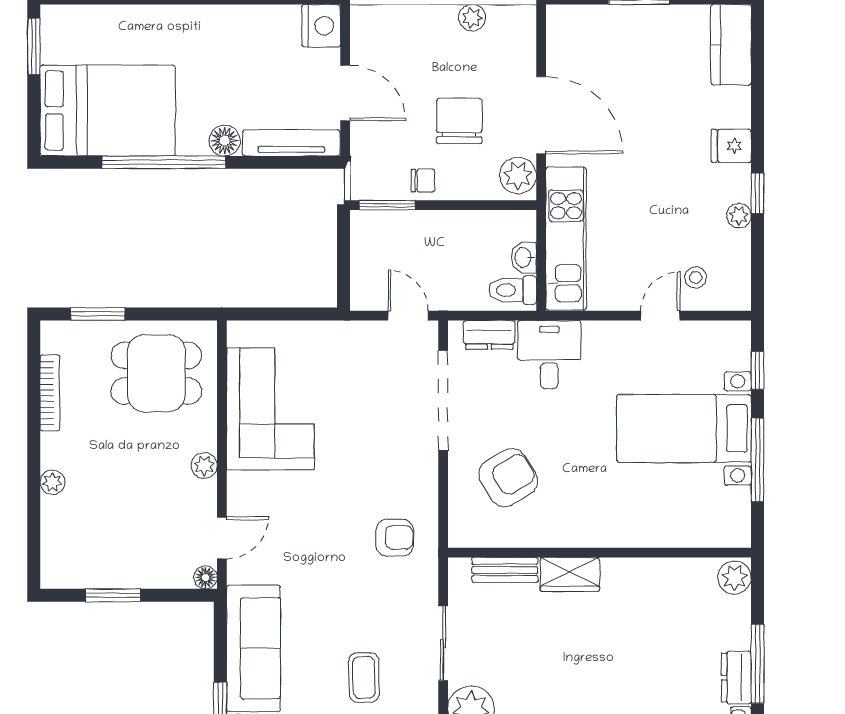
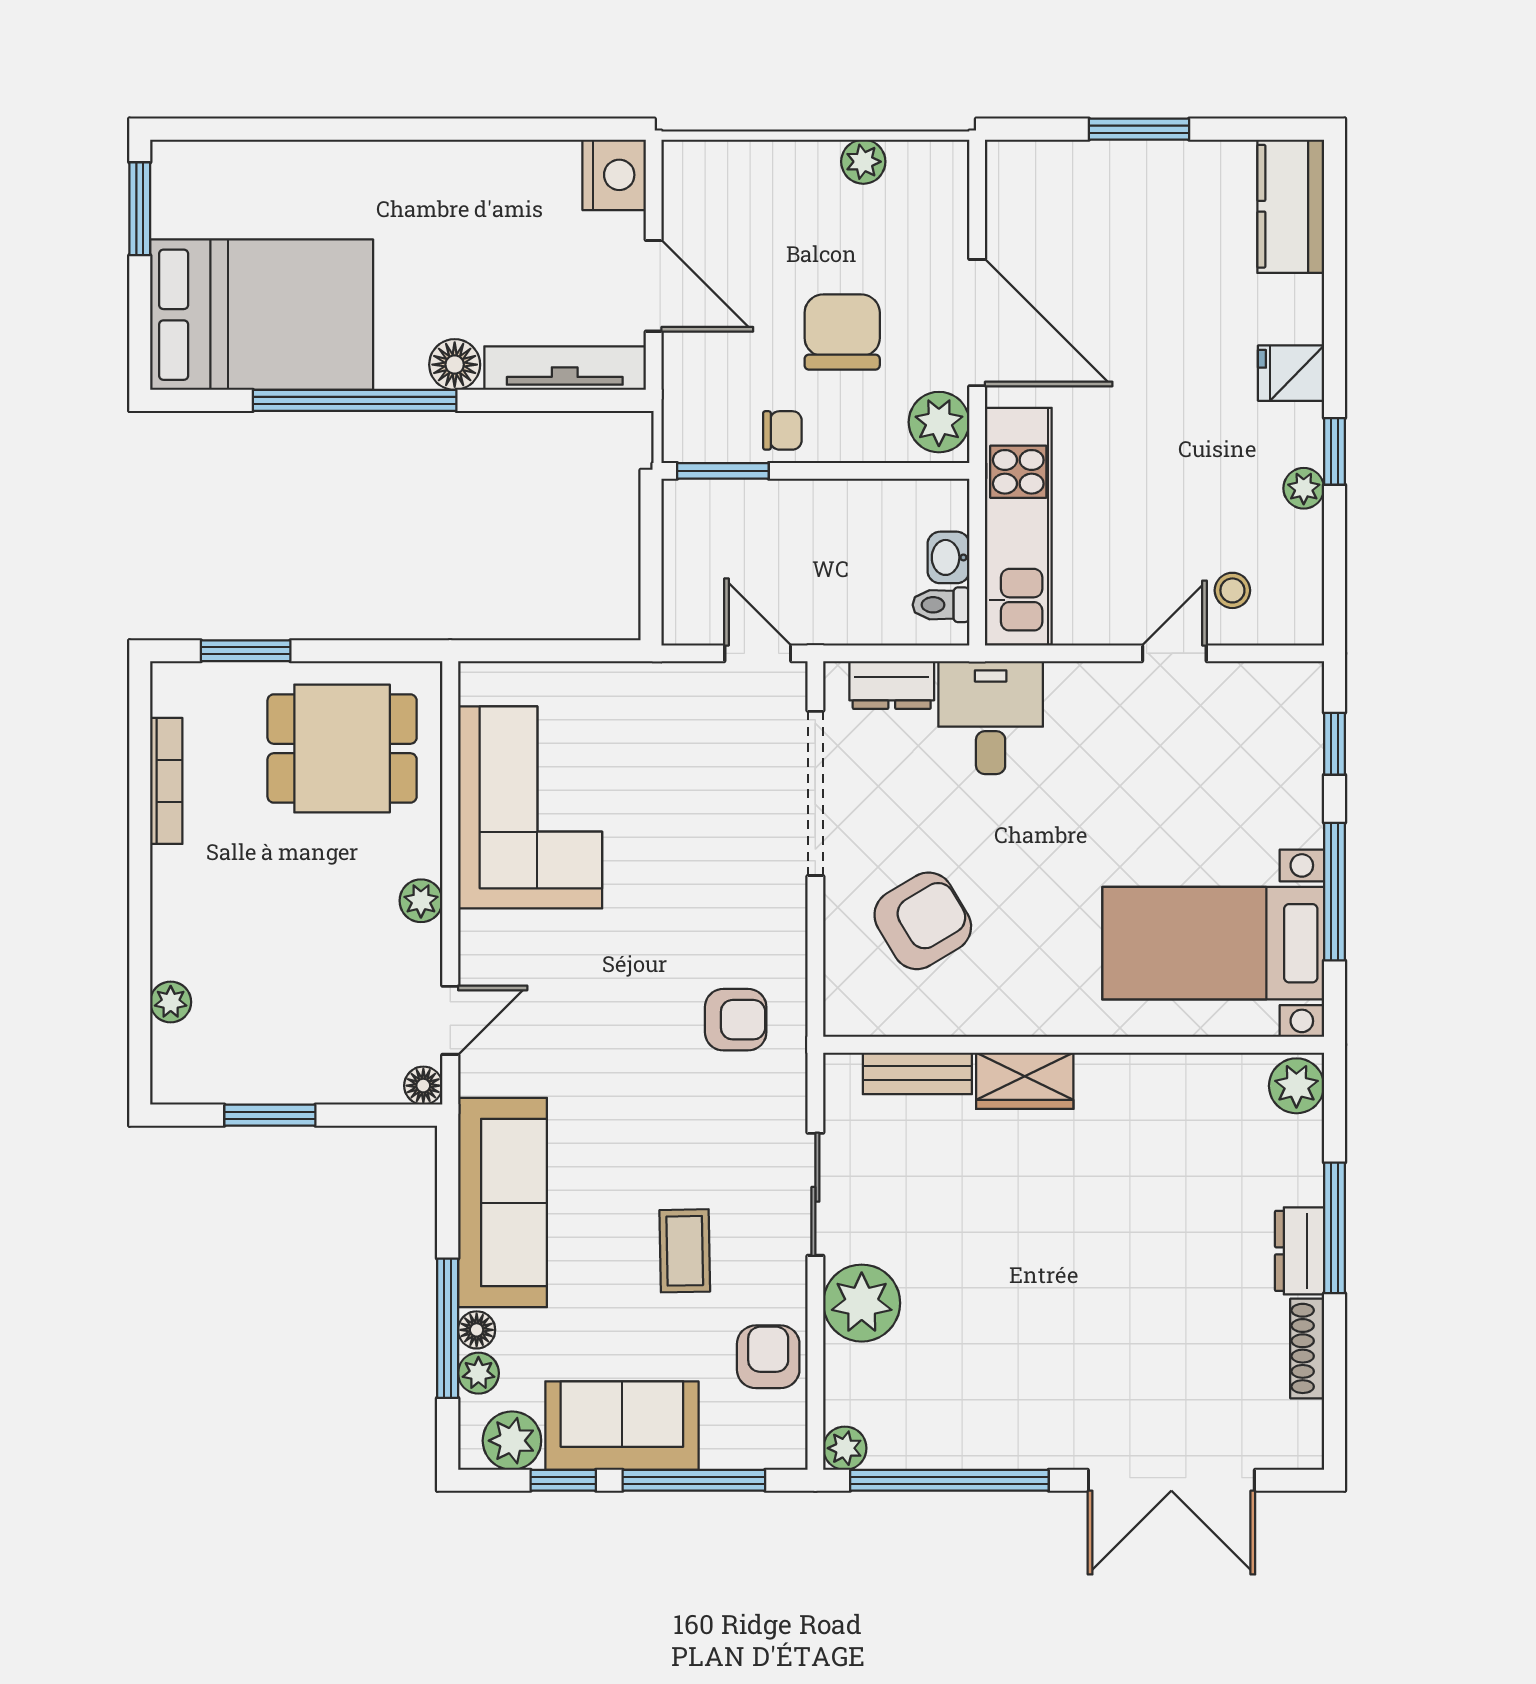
toilet: (513, 290) -> (941, 605), width x0.73, depth x0.72
bed with nightstands: (684, 428) -> (1213, 943), moved
plant: (53, 482) -> (171, 1002), moved

